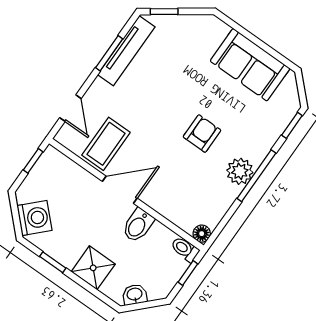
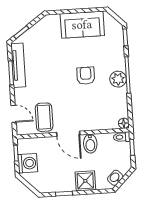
door: (120, 190) -> (68, 134), swing flipped
washing machine: (34, 218) -> (28, 163), moved, turned 45

